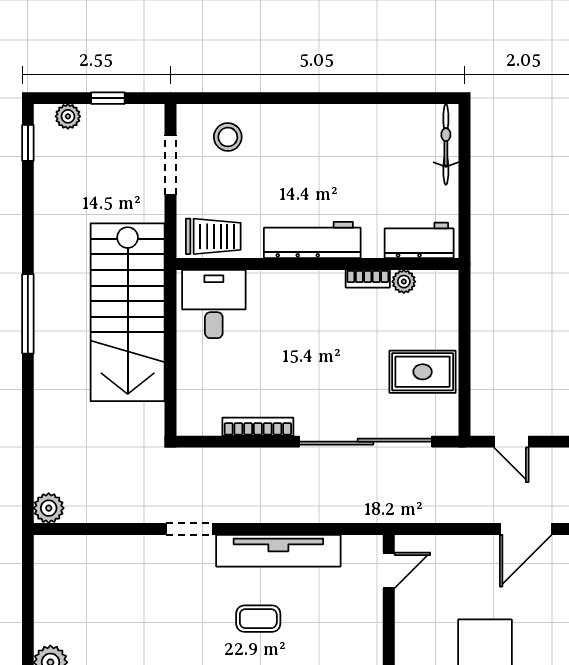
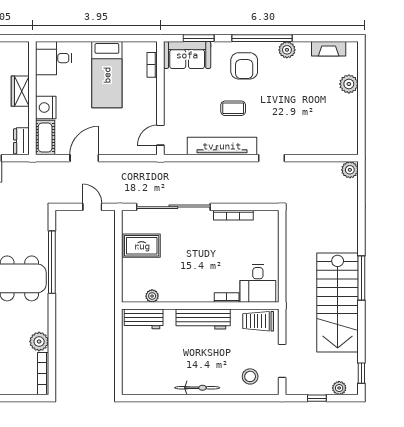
bicycle: (446, 144) -> (197, 388), moved, turned -90
bookcase: (368, 279) -> (227, 298), moved
stairs: (128, 312) -> (338, 303), moved, turned 180

